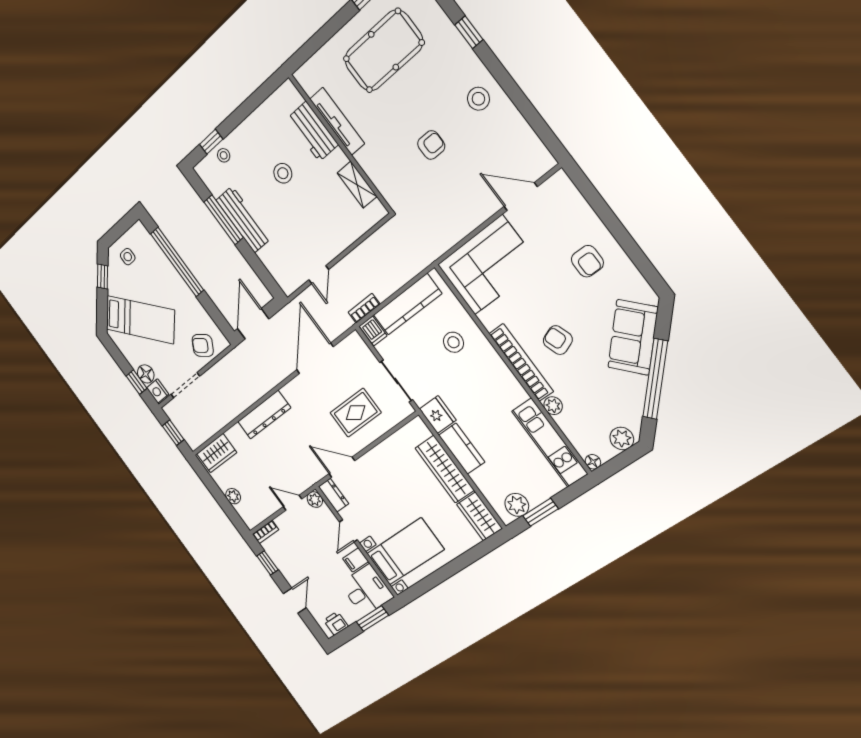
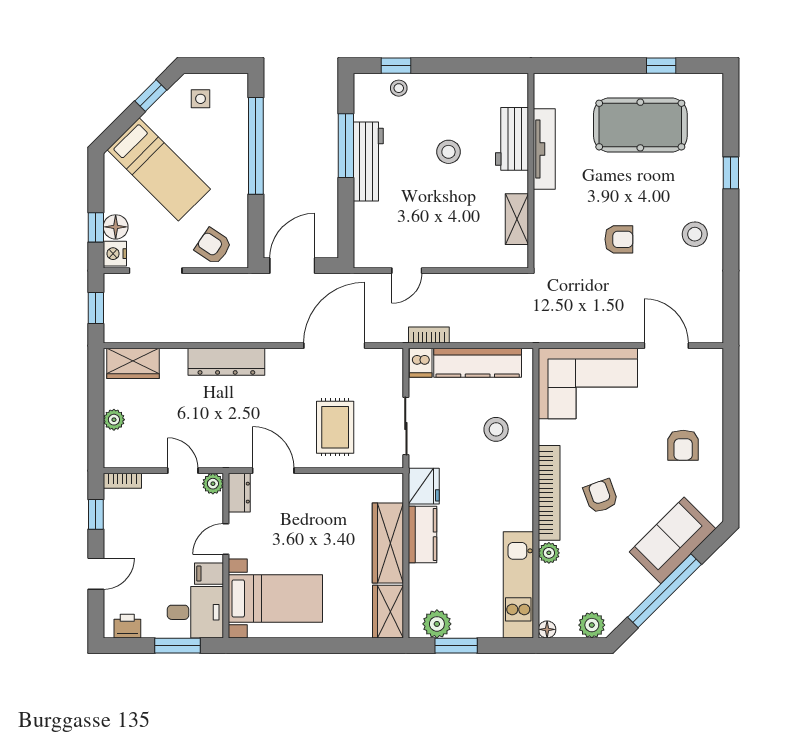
rug: (356, 413) -> (335, 427), turned 90

